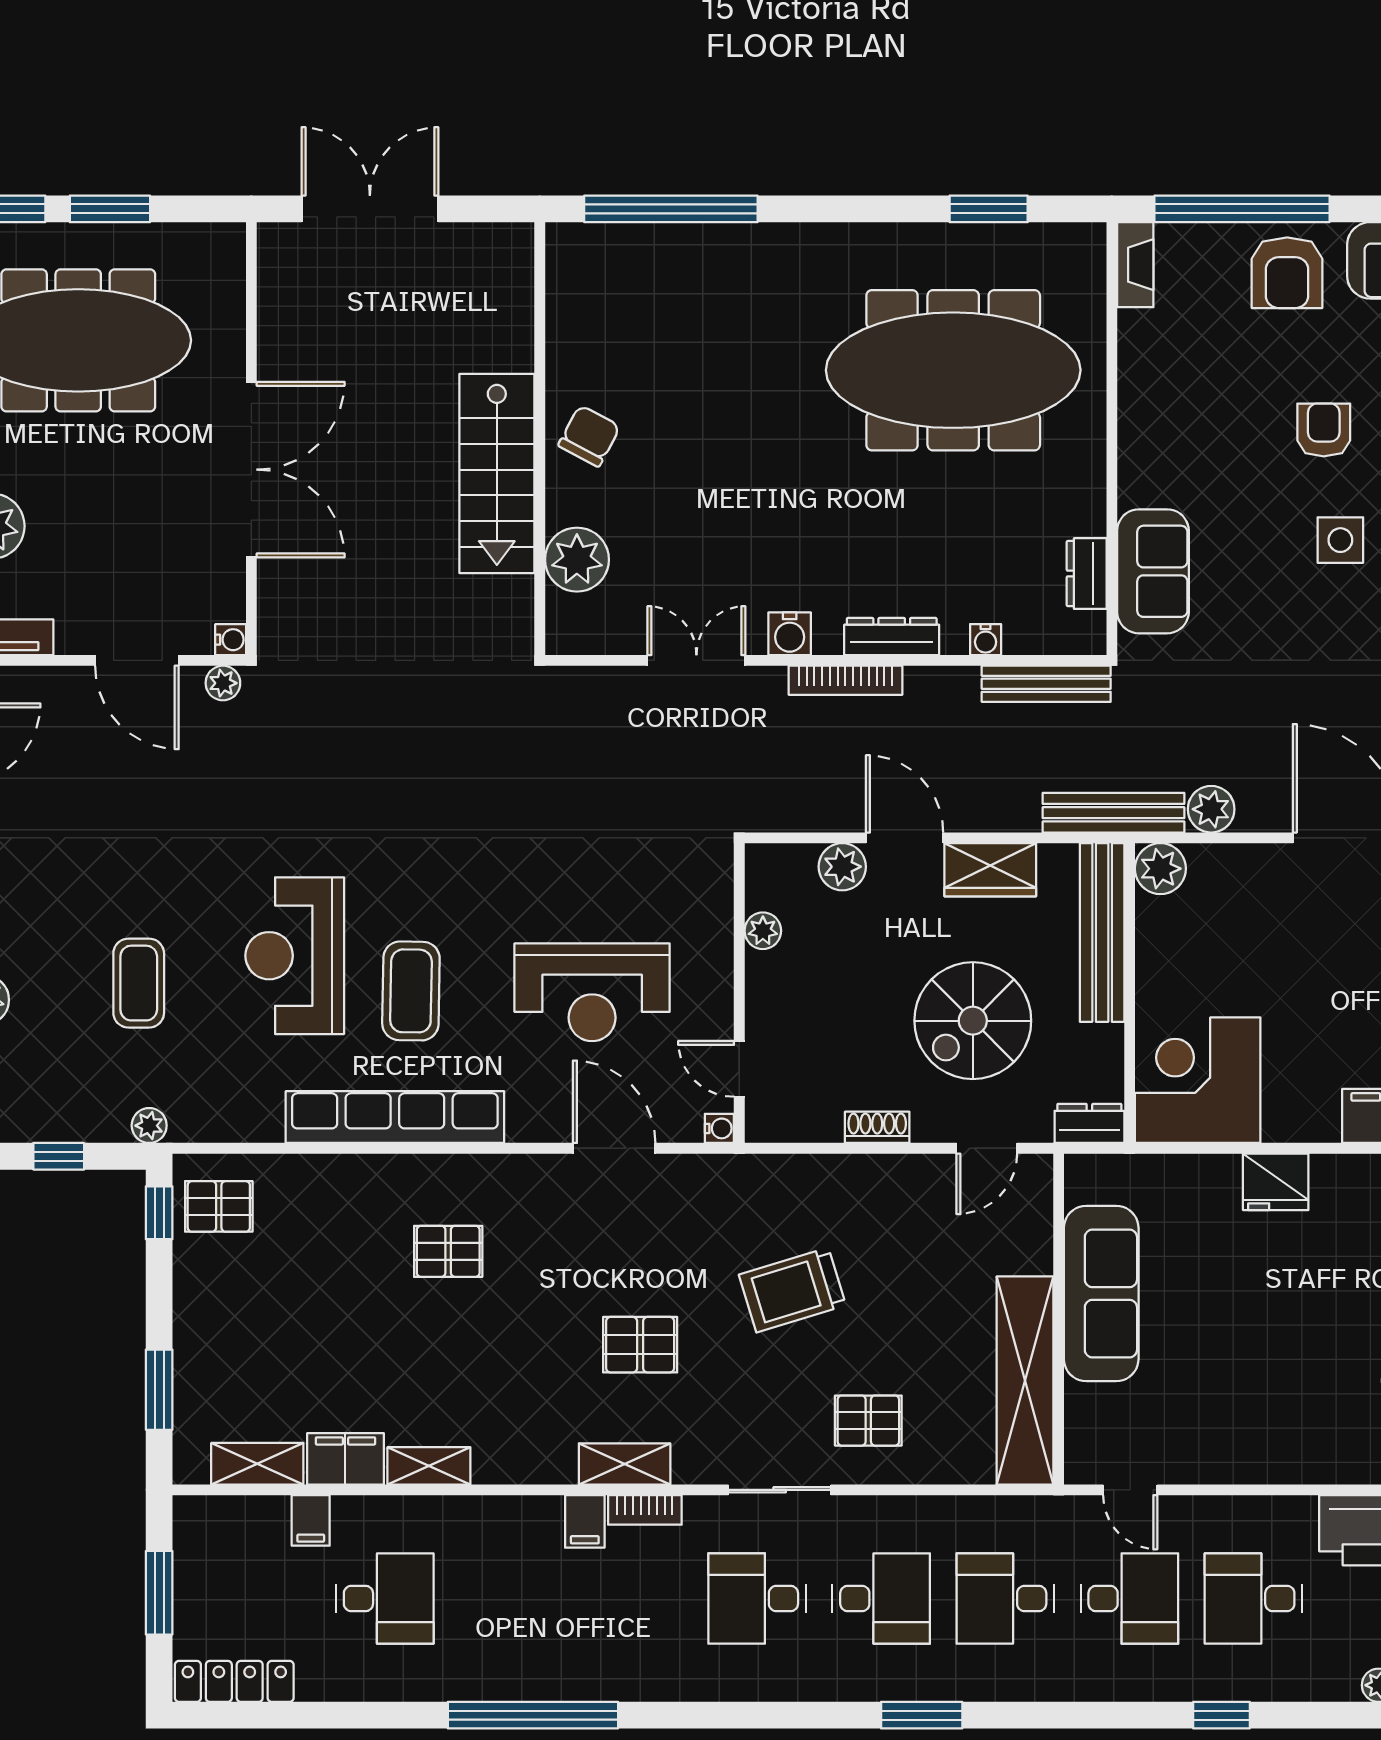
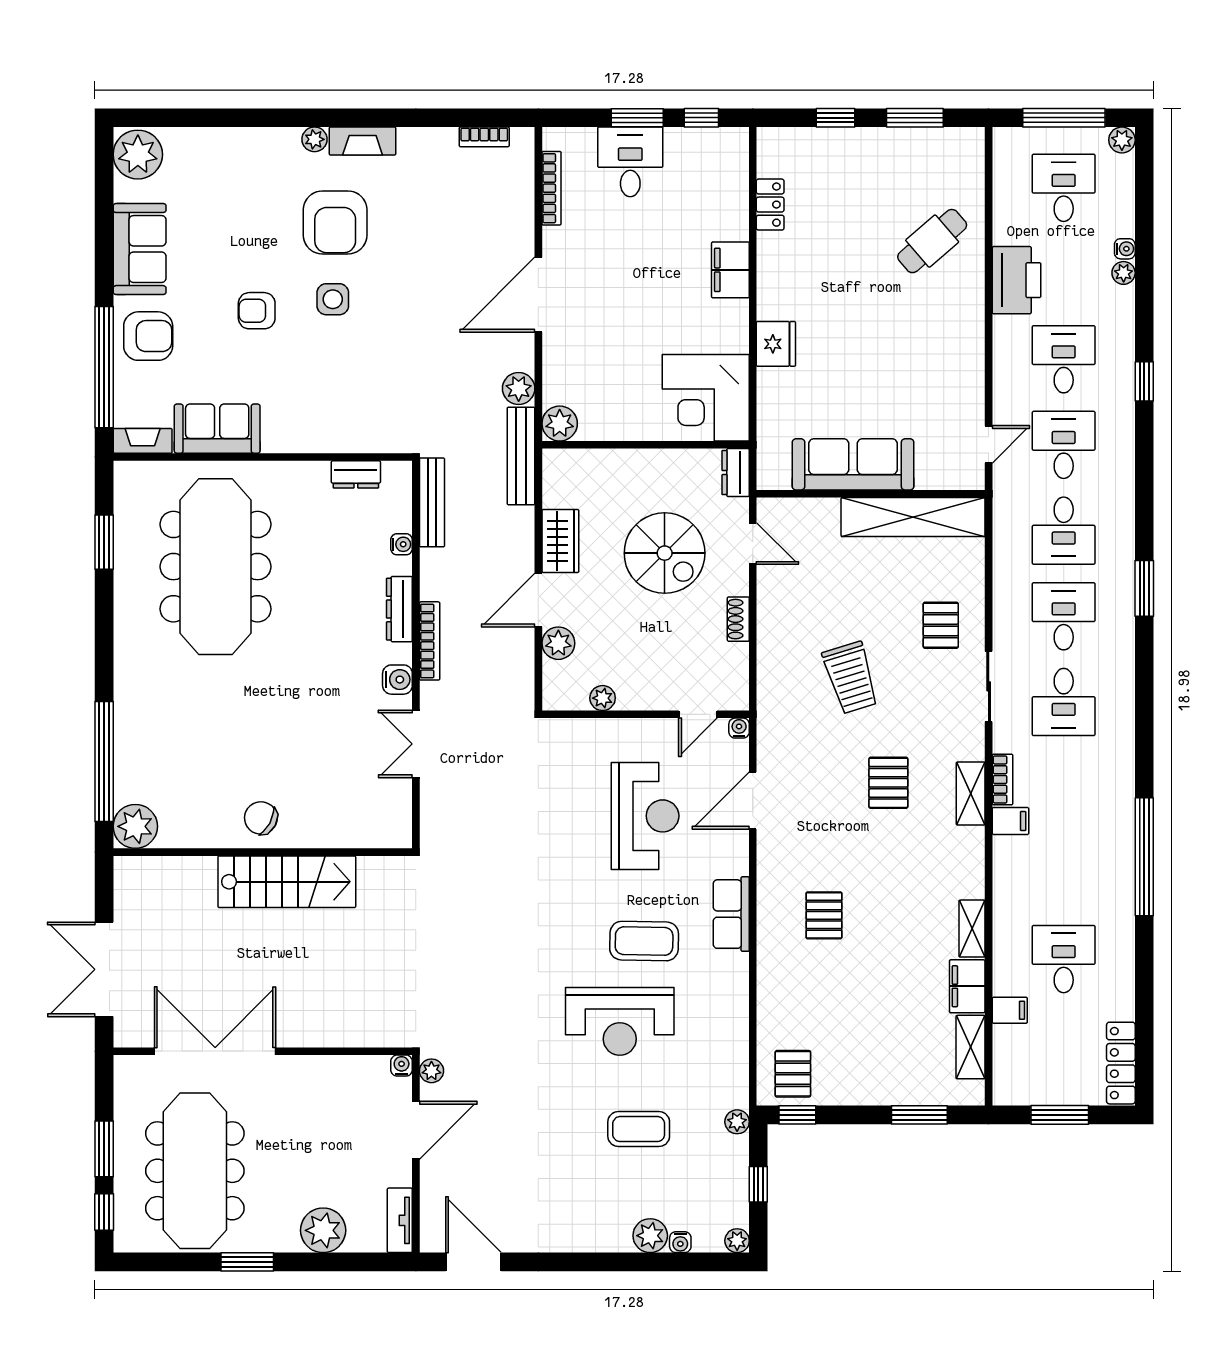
double door: (251, 470) -> (215, 1051), moved
plant: (577, 560) -> (135, 826), moved
sofa: (1153, 571) -> (217, 429), moved
bench: (1102, 933) -> (604, 464), removed
row of seats: (395, 1117) -> (731, 914), width x0.50
desk: (1254, 1599) -> (1064, 359), turned 180

